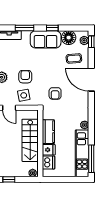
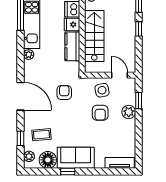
window: (25, 28) -> (101, 172), removed
window: (91, 42) -> (21, 138), moved
door: (91, 80) -> (21, 96), moved

